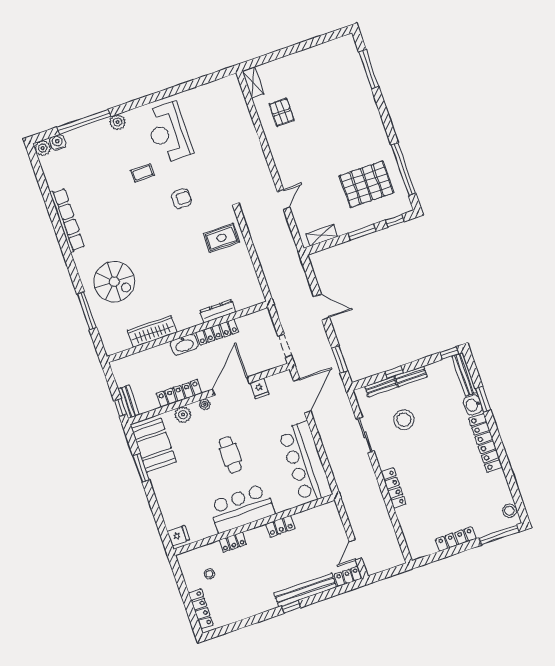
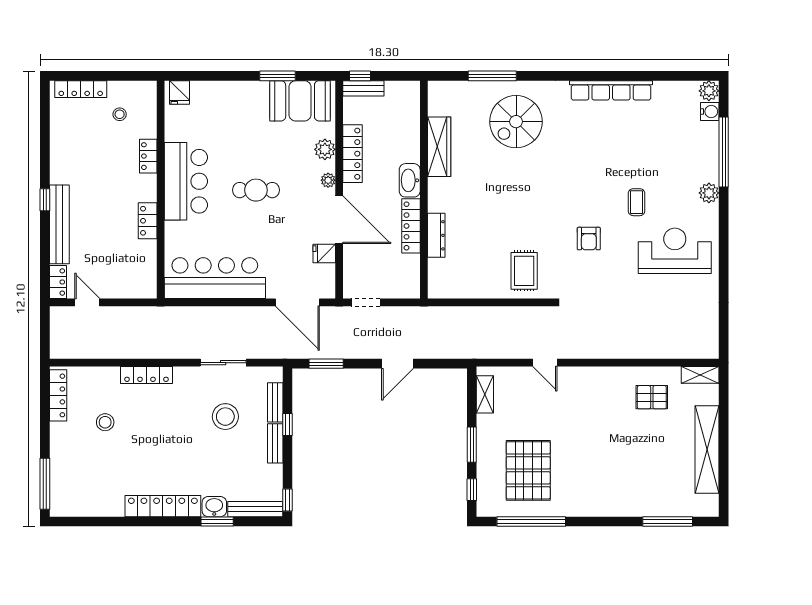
shelving: (306, 59) -> (707, 449), added
stool: (509, 511) -> (105, 422), moved
locker: (456, 539) -> (58, 395), moved

